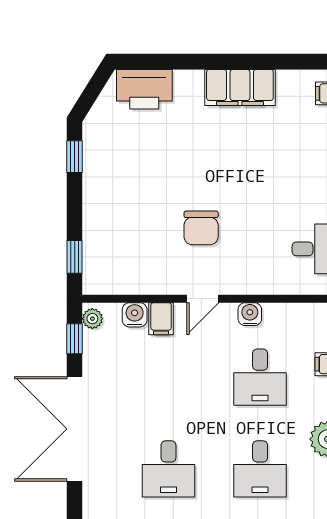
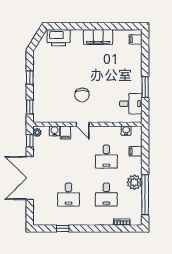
window: (75, 157) -> (30, 78), moved
door: (203, 299) -> (83, 124), hinge flipped
water cooler: (250, 314) -> (126, 131), moved

